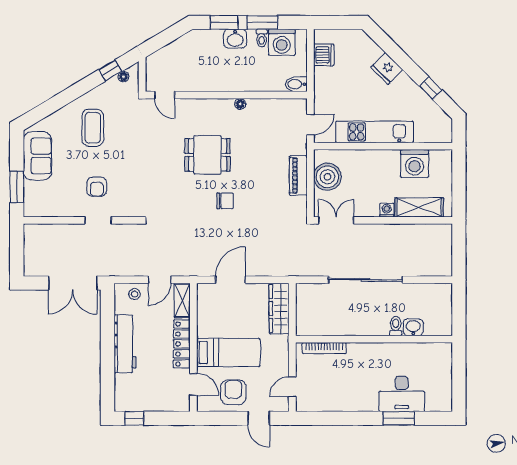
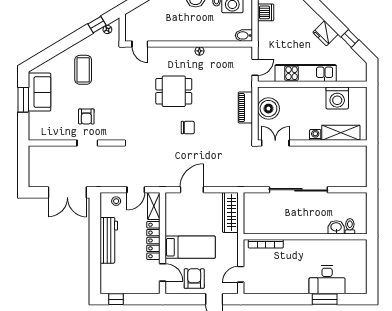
fridge: (387, 69) -> (325, 33), moved
window: (17, 187) -> (23, 100), moved
toilet: (396, 326) -> (350, 226), moved

